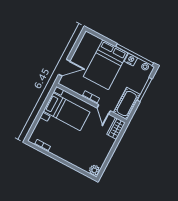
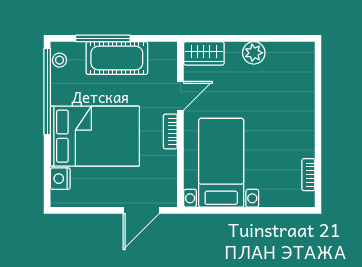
nightstand: (131, 60) -> (60, 179), moved
door: (64, 68) -> (141, 210), swing flipped
cot: (127, 103) -> (117, 58), moved
plant: (94, 170) -> (254, 53), moved

